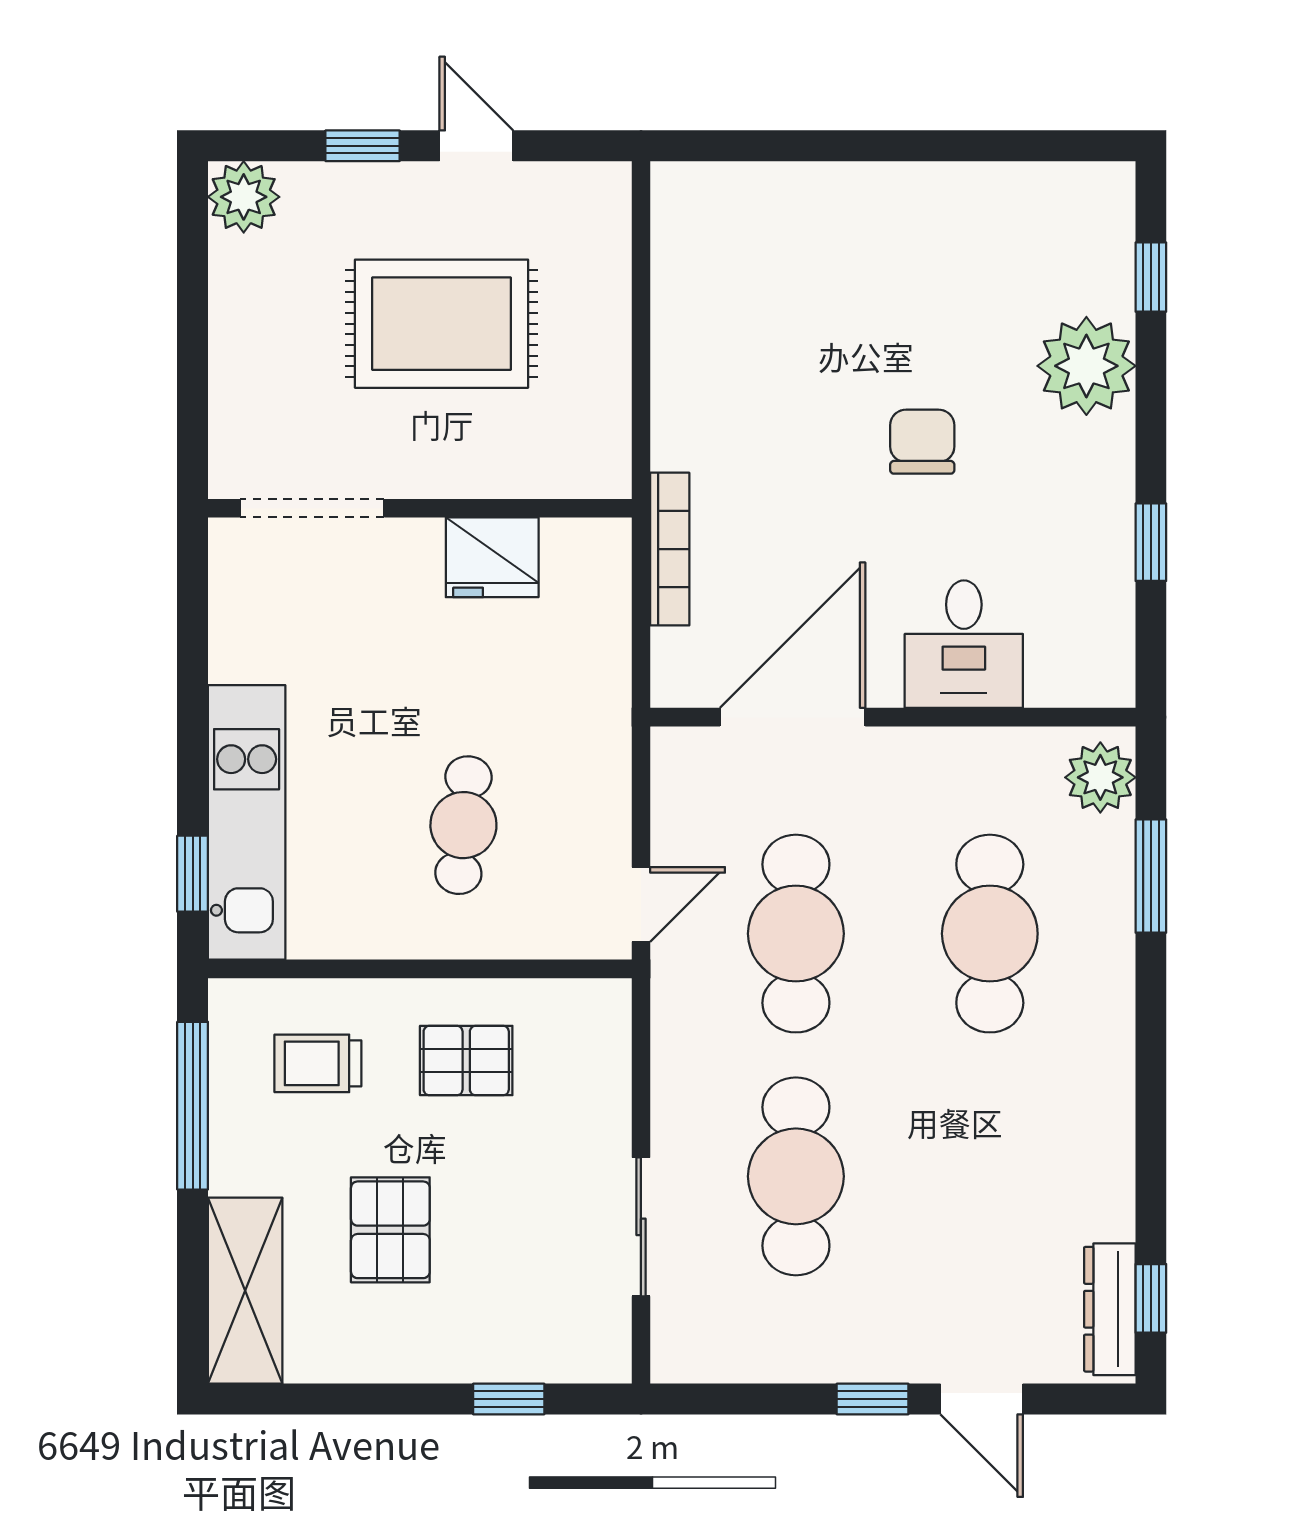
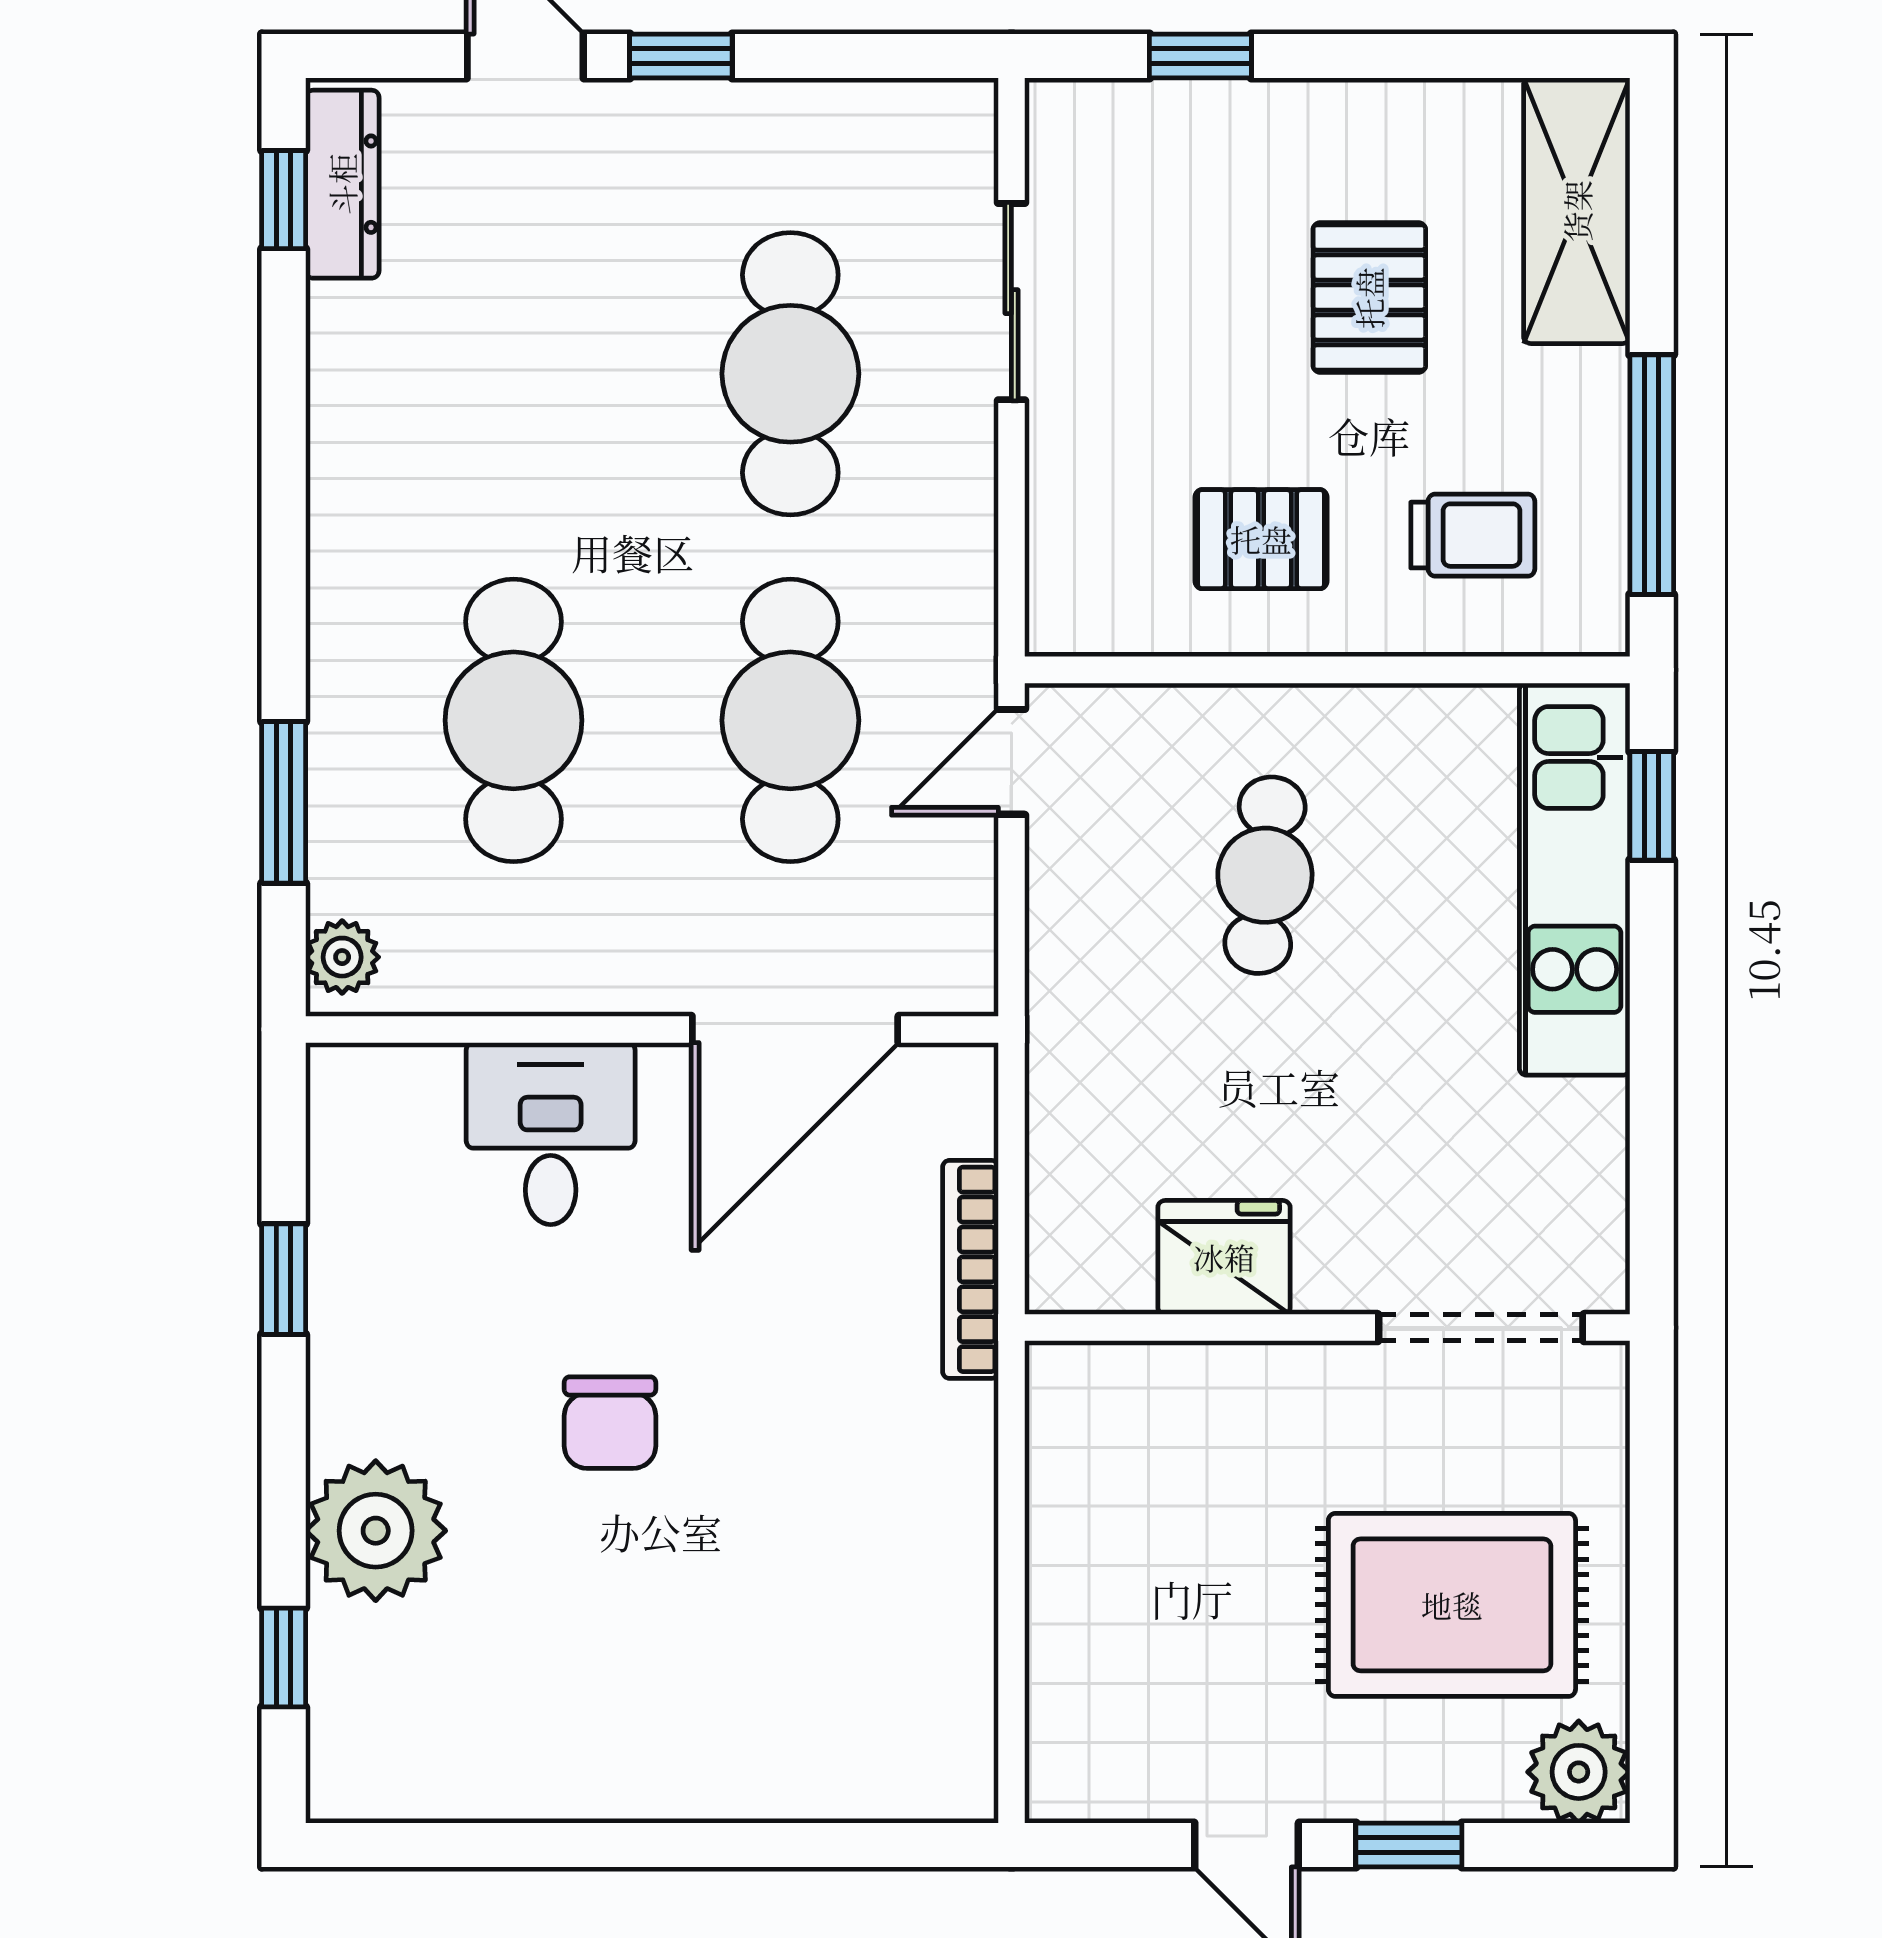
rug: (442, 324) -> (1452, 1605), moved
plant: (1100, 777) -> (342, 957), width x0.73, depth x0.73

